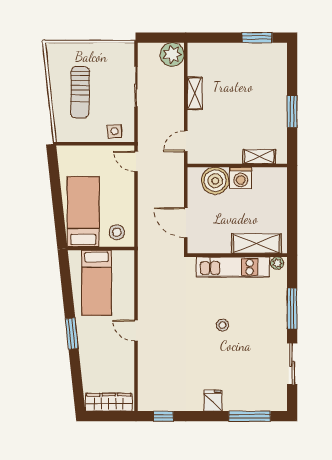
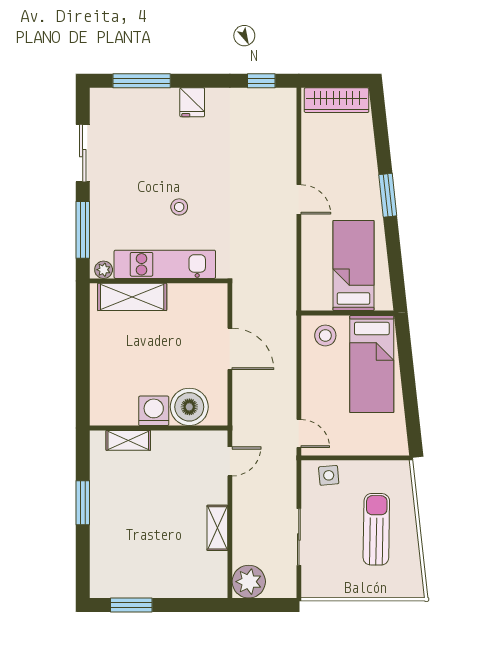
shelving: (256, 243) -> (132, 297), moved
wall: (237, 255) -> (159, 281), moved
plant: (277, 263) -> (104, 270), moved
kitchen unit: (233, 267) -> (165, 264), moved

